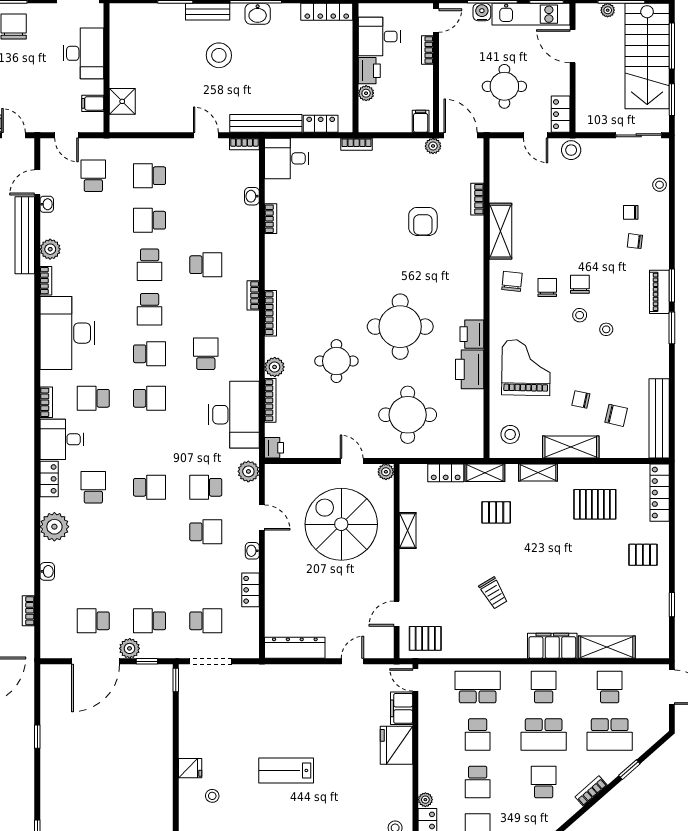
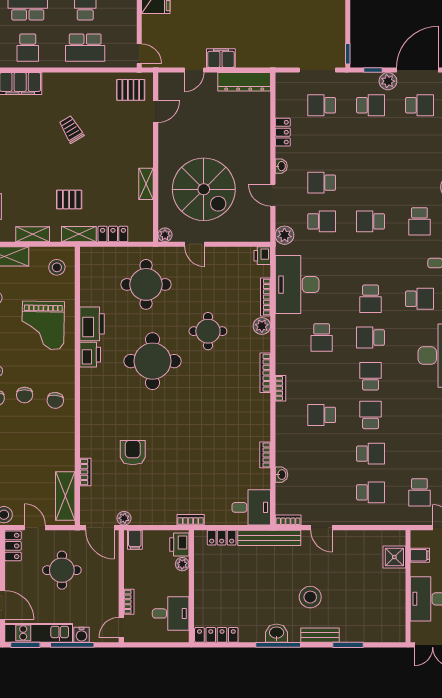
printer: (369, 71) -> (179, 545), moved
shelving: (501, 231) -> (65, 496), moved
school desk: (150, 398) -> (371, 299), turned -90
filing cabinet: (402, 708) -> (221, 58), moved, turned -90

